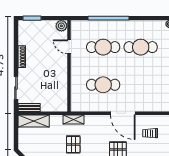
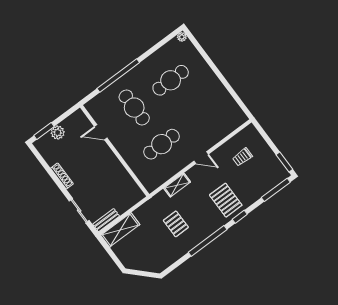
plant: (61, 26) -> (58, 133), moved
cafe table: (103, 47) -> (134, 108), turned 90
door: (123, 113) -> (201, 158), width x0.53
shelving: (74, 119) -> (177, 185), moved

